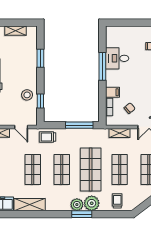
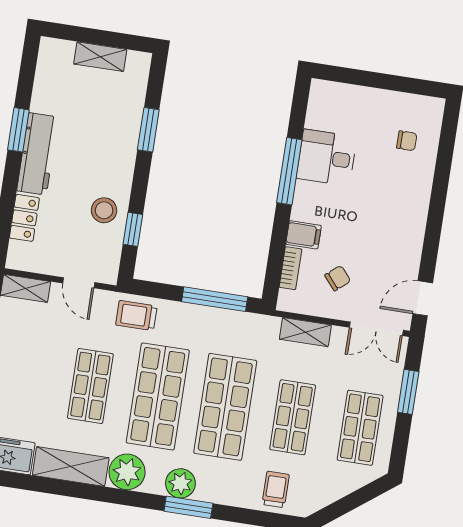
shop shelf: (62, 170) -> (158, 396), width x1.43, depth x1.36
plant: (92, 203) -> (127, 472), moved

